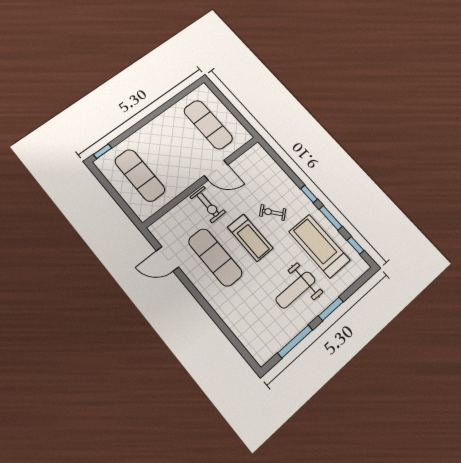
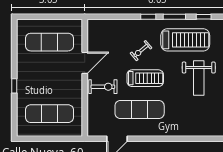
window: (102, 151) -> (14, 86), moved
treadmill: (319, 246) -> (185, 40), turned 180

